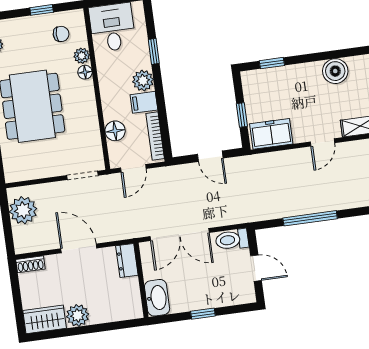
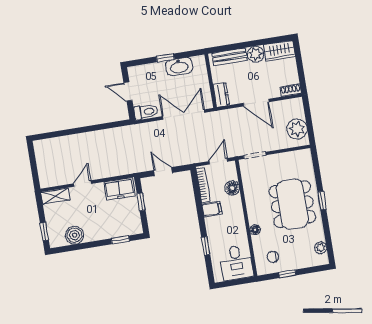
plant: (82, 56) -> (258, 241), removed
plant: (143, 81) -> (213, 225), removed
window: (310, 218) -> (90, 129), removed
washbasin: (157, 298) -> (179, 67), moved, turned -90
bench: (114, 313) -> (230, 57), added

